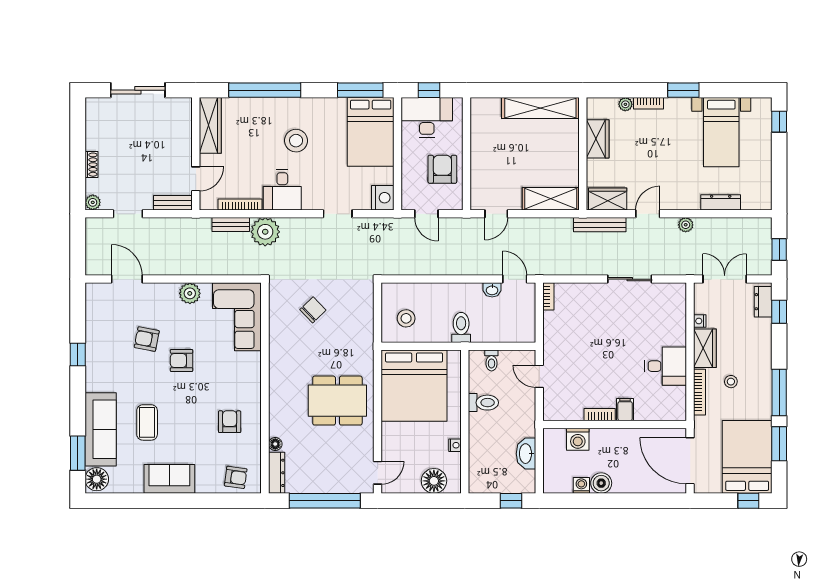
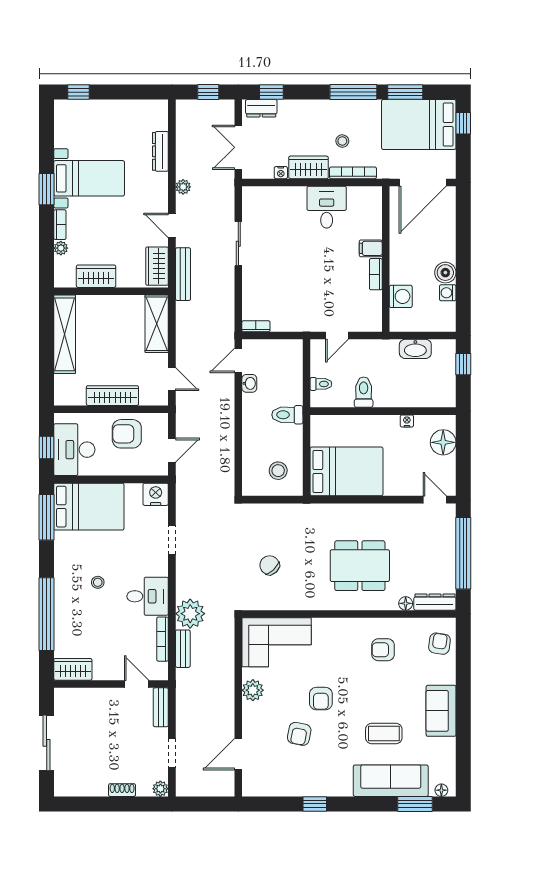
wardrobe: (210, 125) -> (73, 669), width x0.67
bed with nightstands: (721, 132) -> (89, 178), moved
stool: (296, 141) -> (98, 582), width x0.53, depth x0.53
wardrobe: (480, 155) -> (112, 396), added
bed: (414, 386) -> (346, 471), width x0.73
dining table: (337, 401) -> (360, 566), moved, turned 90
floor lamp: (97, 479) -> (441, 790), width x0.53, depth x0.53

